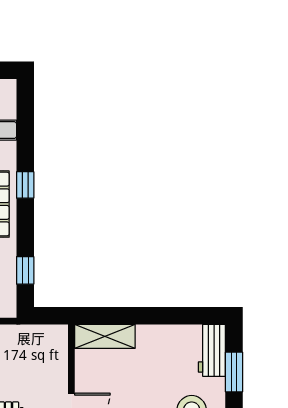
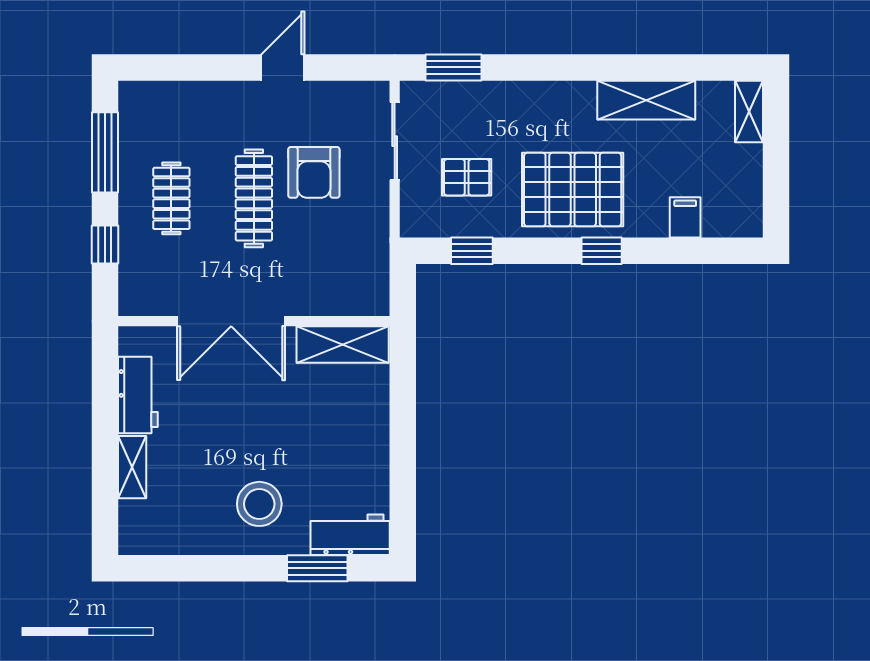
shelving: (105, 336) -> (343, 344), moved, turned 90

